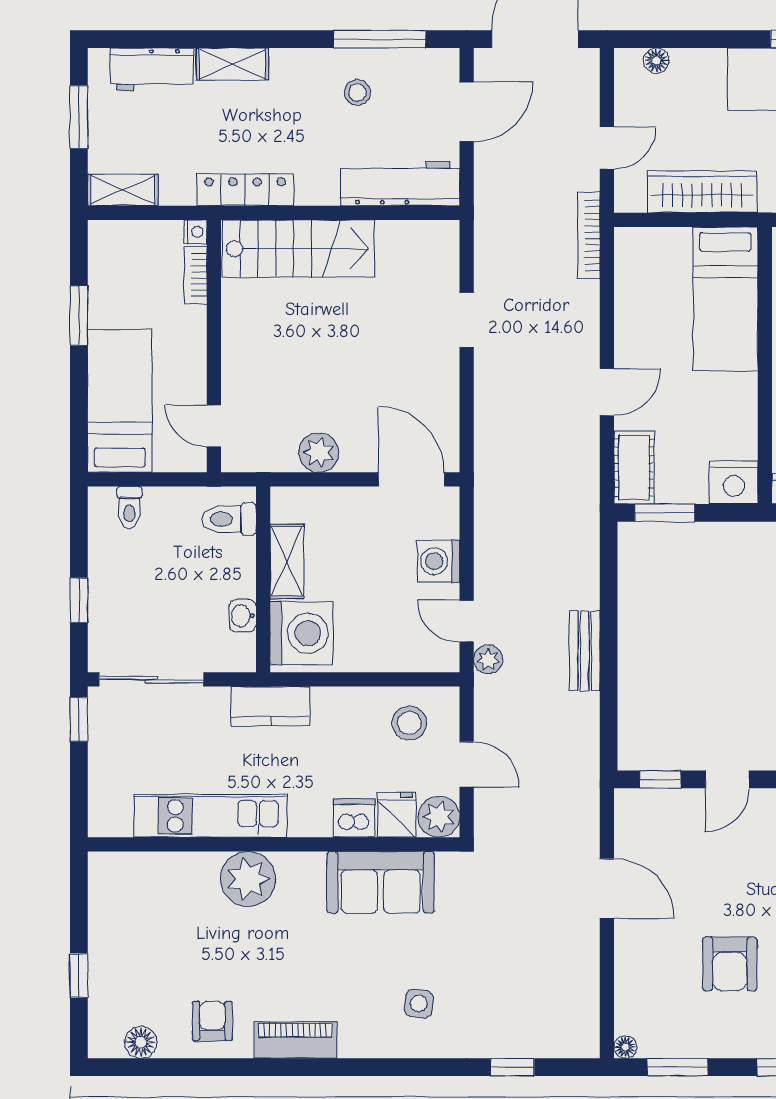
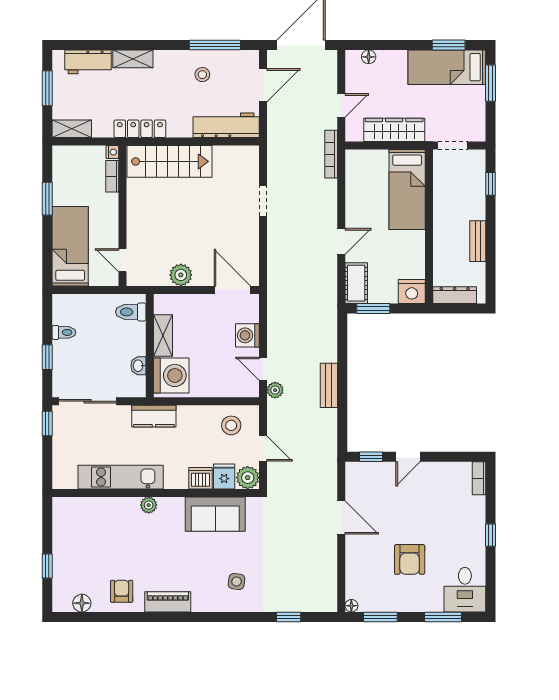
toilet: (129, 507) -> (64, 332), moved, turned -90
plant: (248, 879) -> (149, 505), width x0.53, depth x0.53

